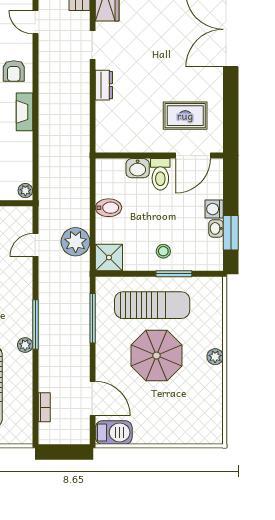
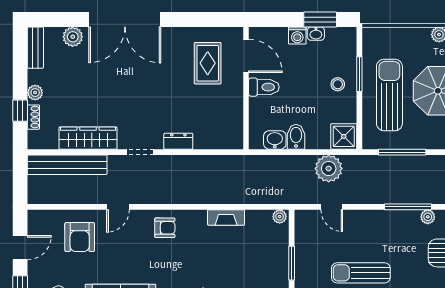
fireplace: (24, 112) -> (226, 218), moved
washbasin: (138, 168) -> (275, 140), moved, turned -90

